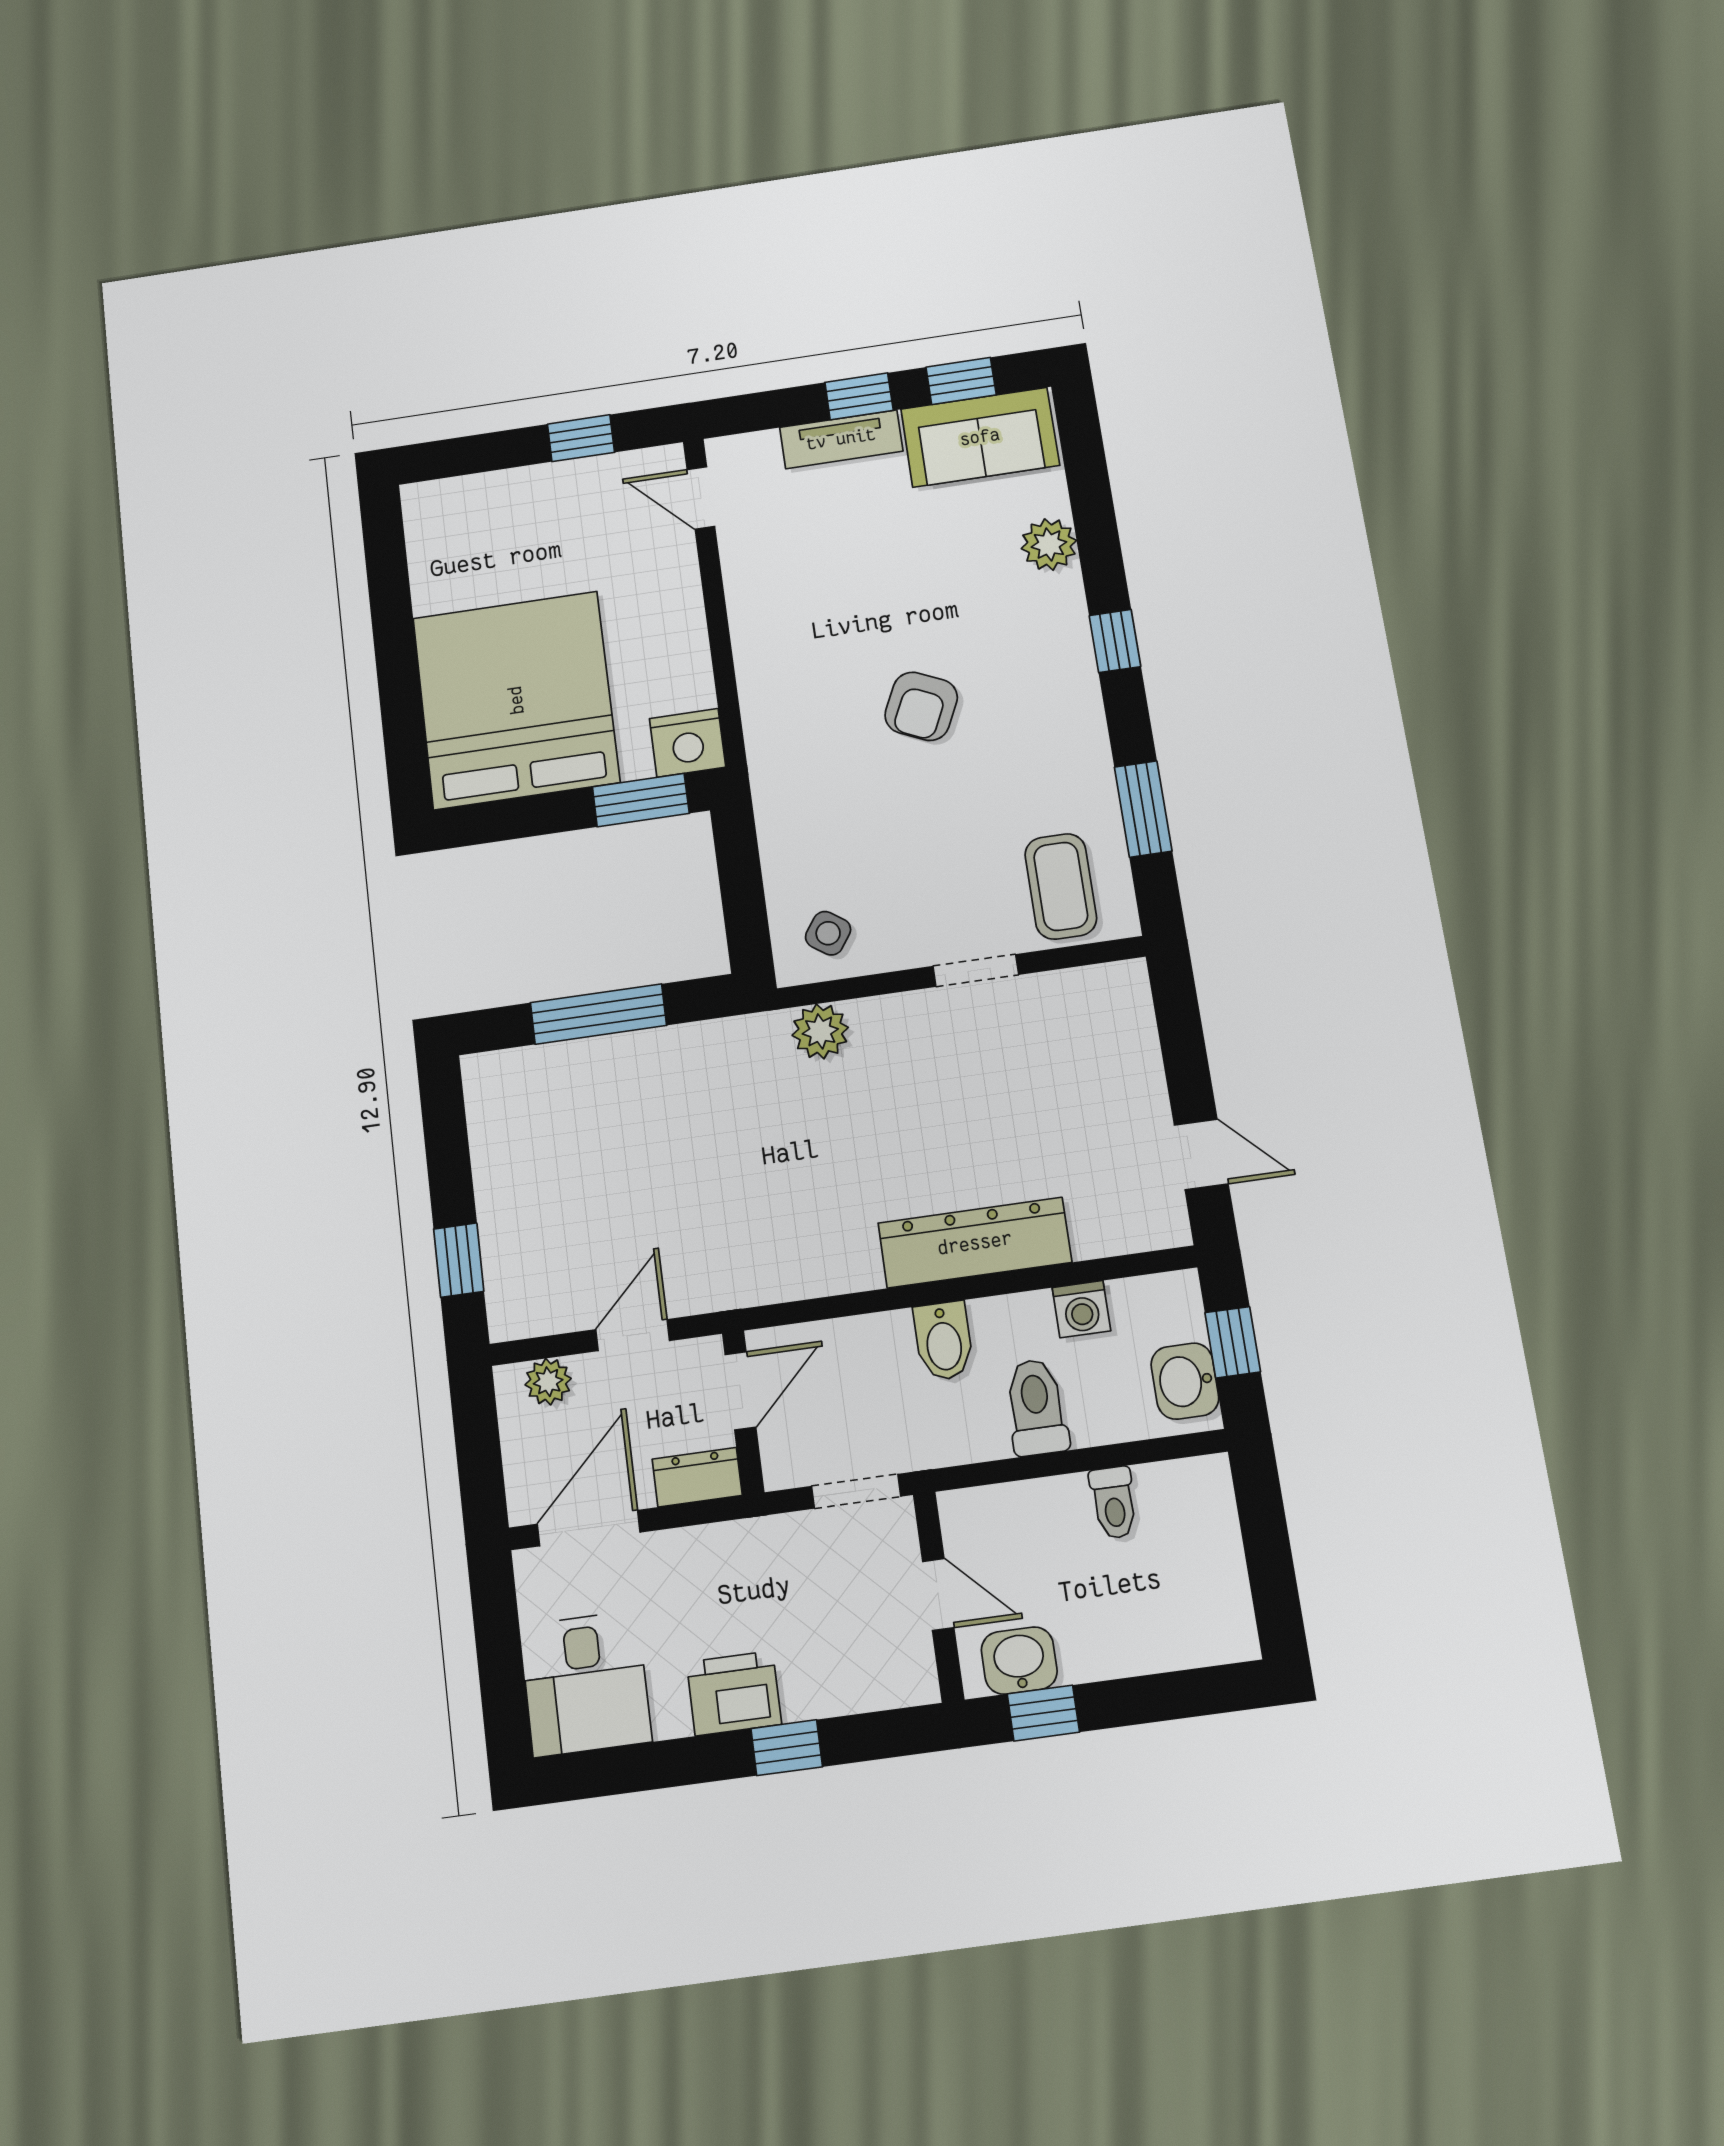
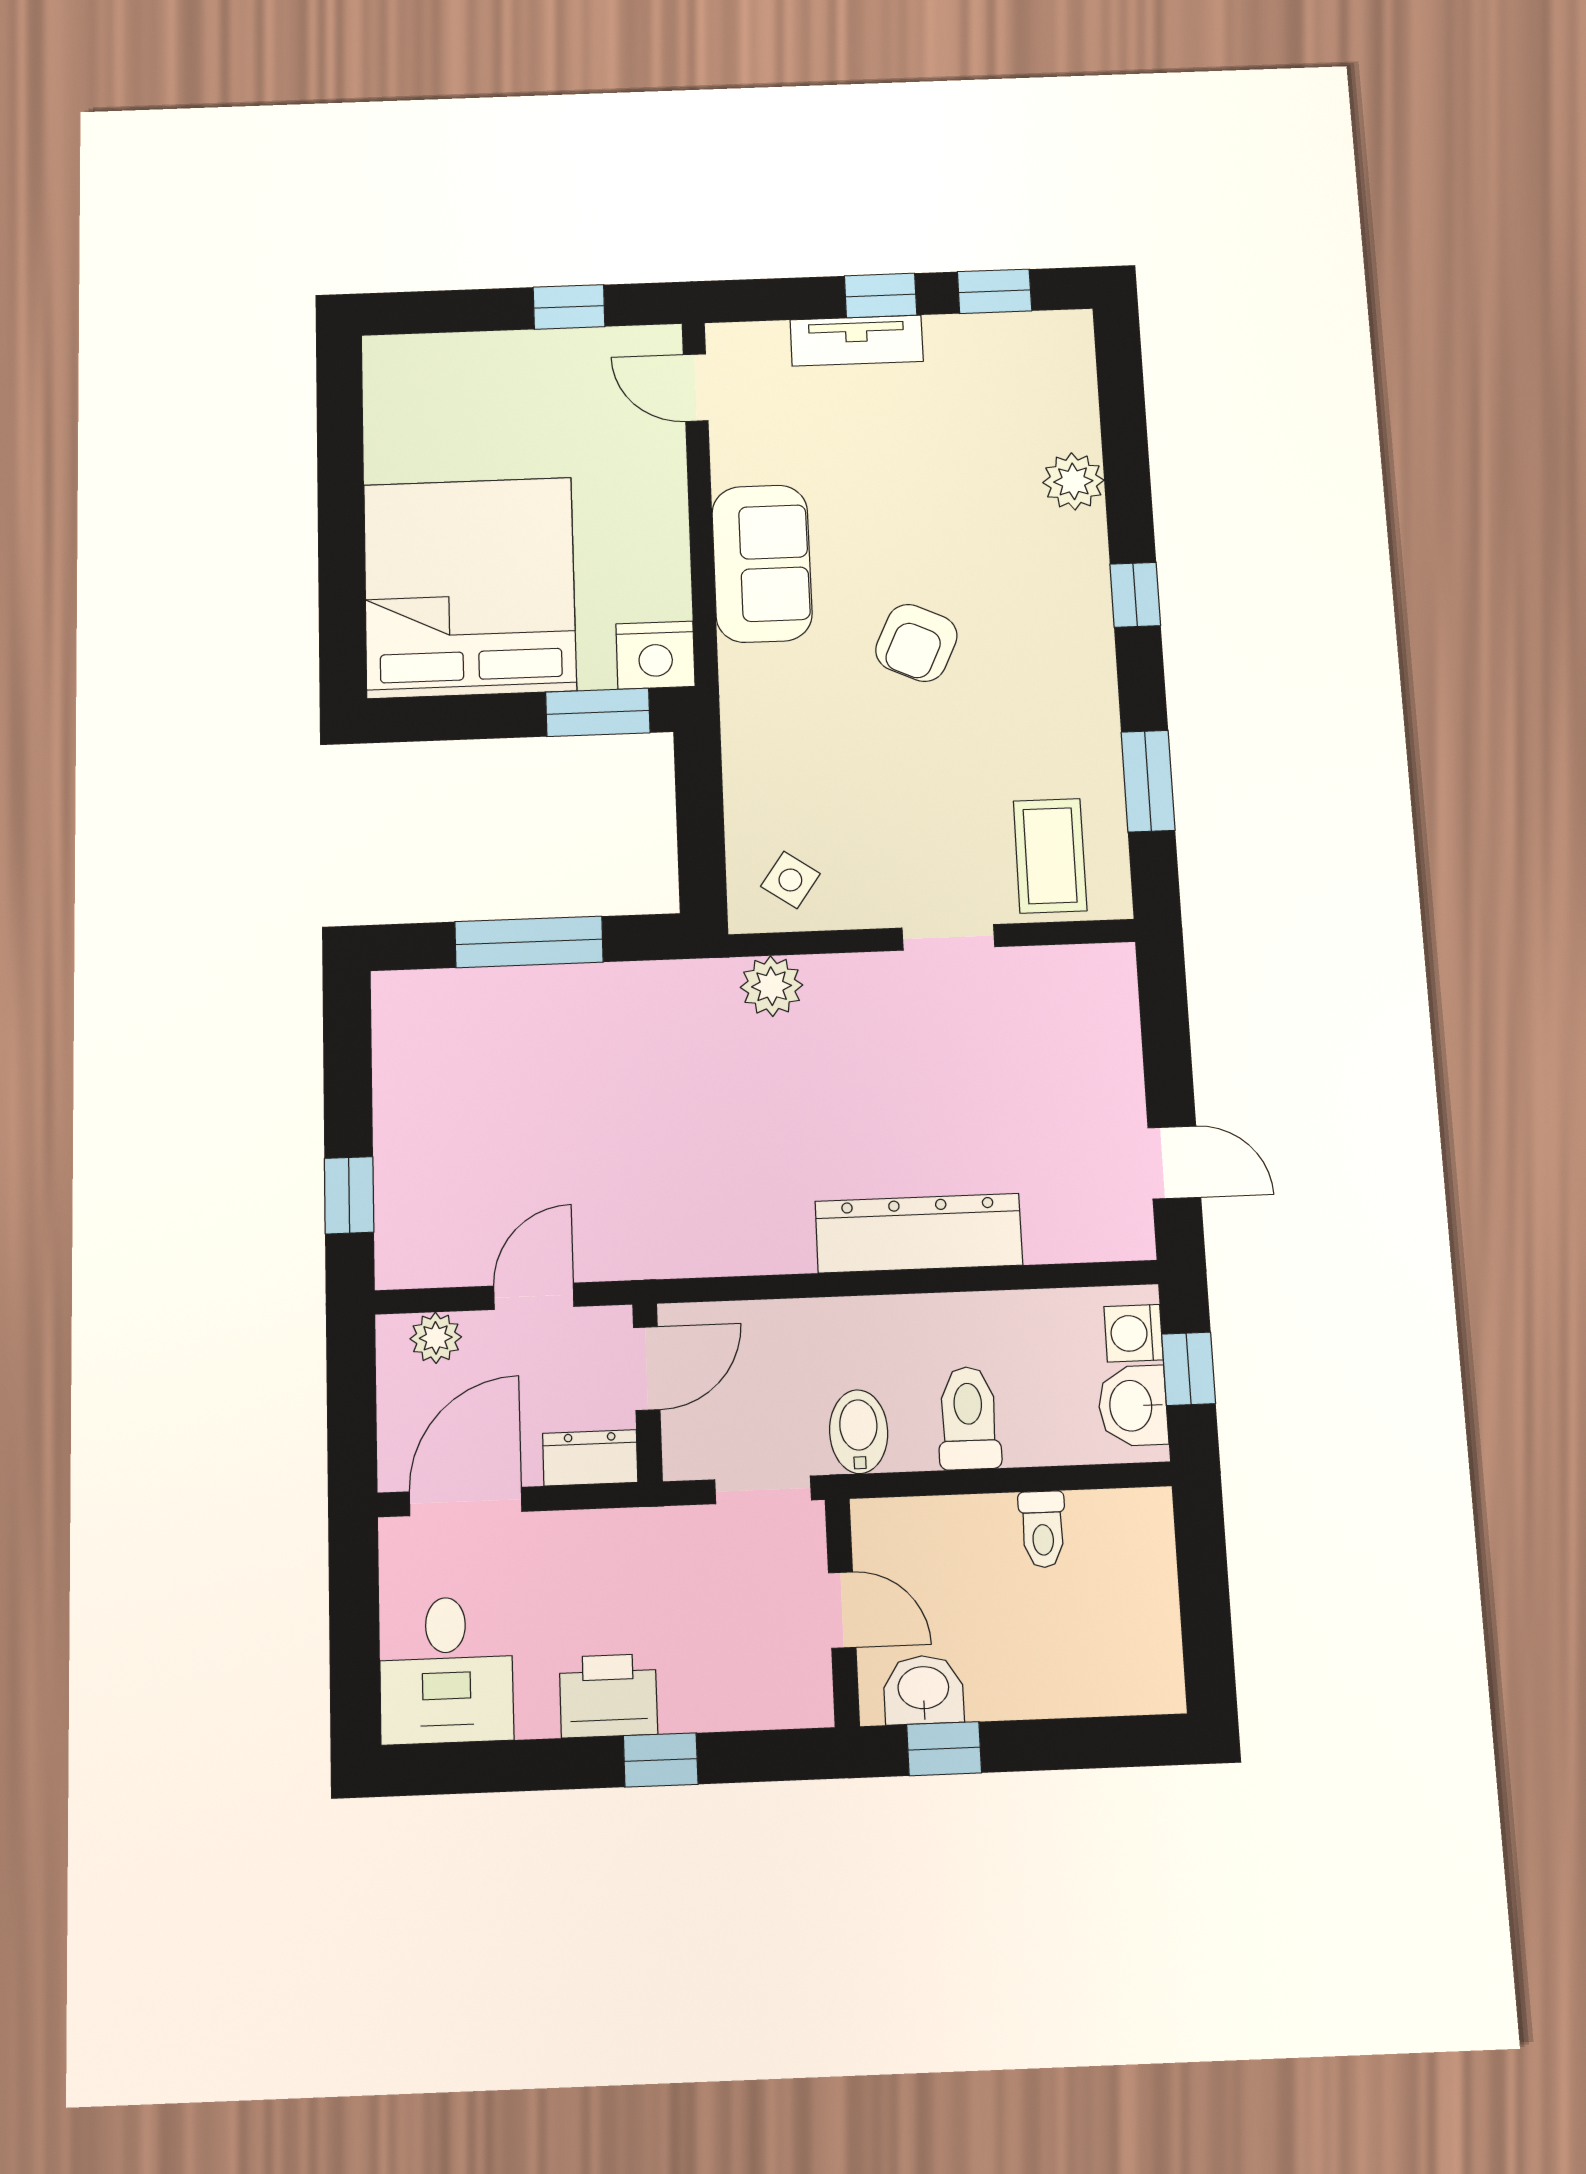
sofa: (980, 437) -> (762, 564), moved, turned -90
washing machine: (1081, 1309) -> (1133, 1333), moved, turned 90
bidet: (943, 1341) -> (859, 1432), moved, turned 180

